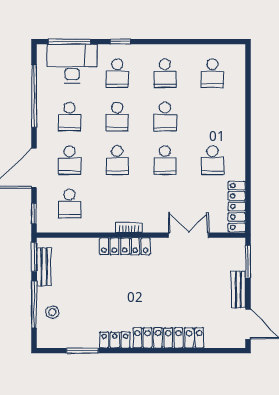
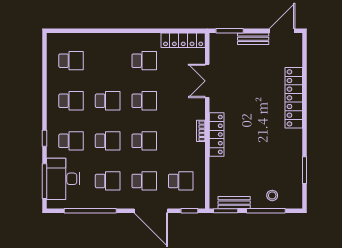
locker: (115, 340) -> (296, 143), removed

